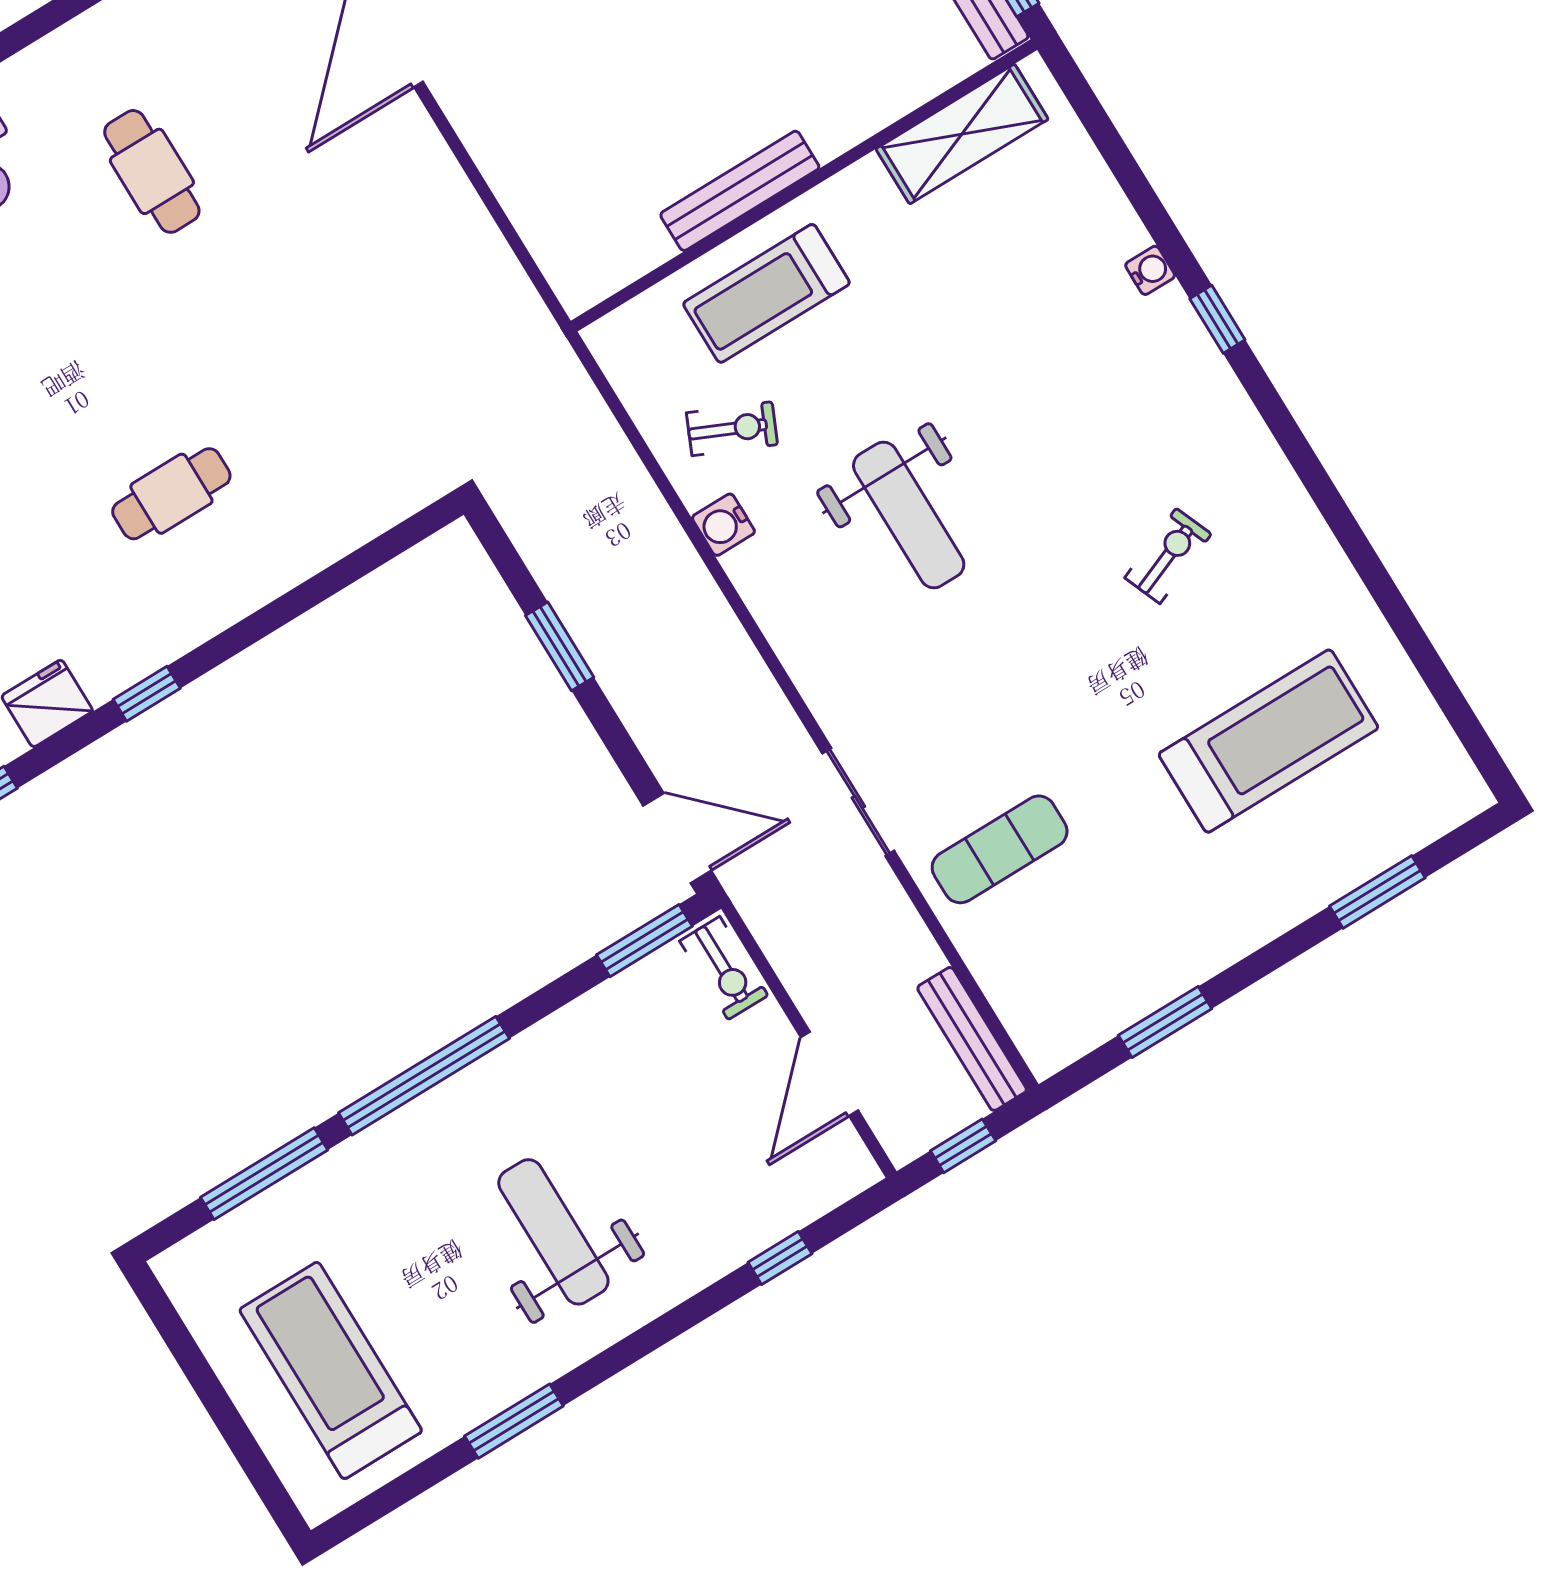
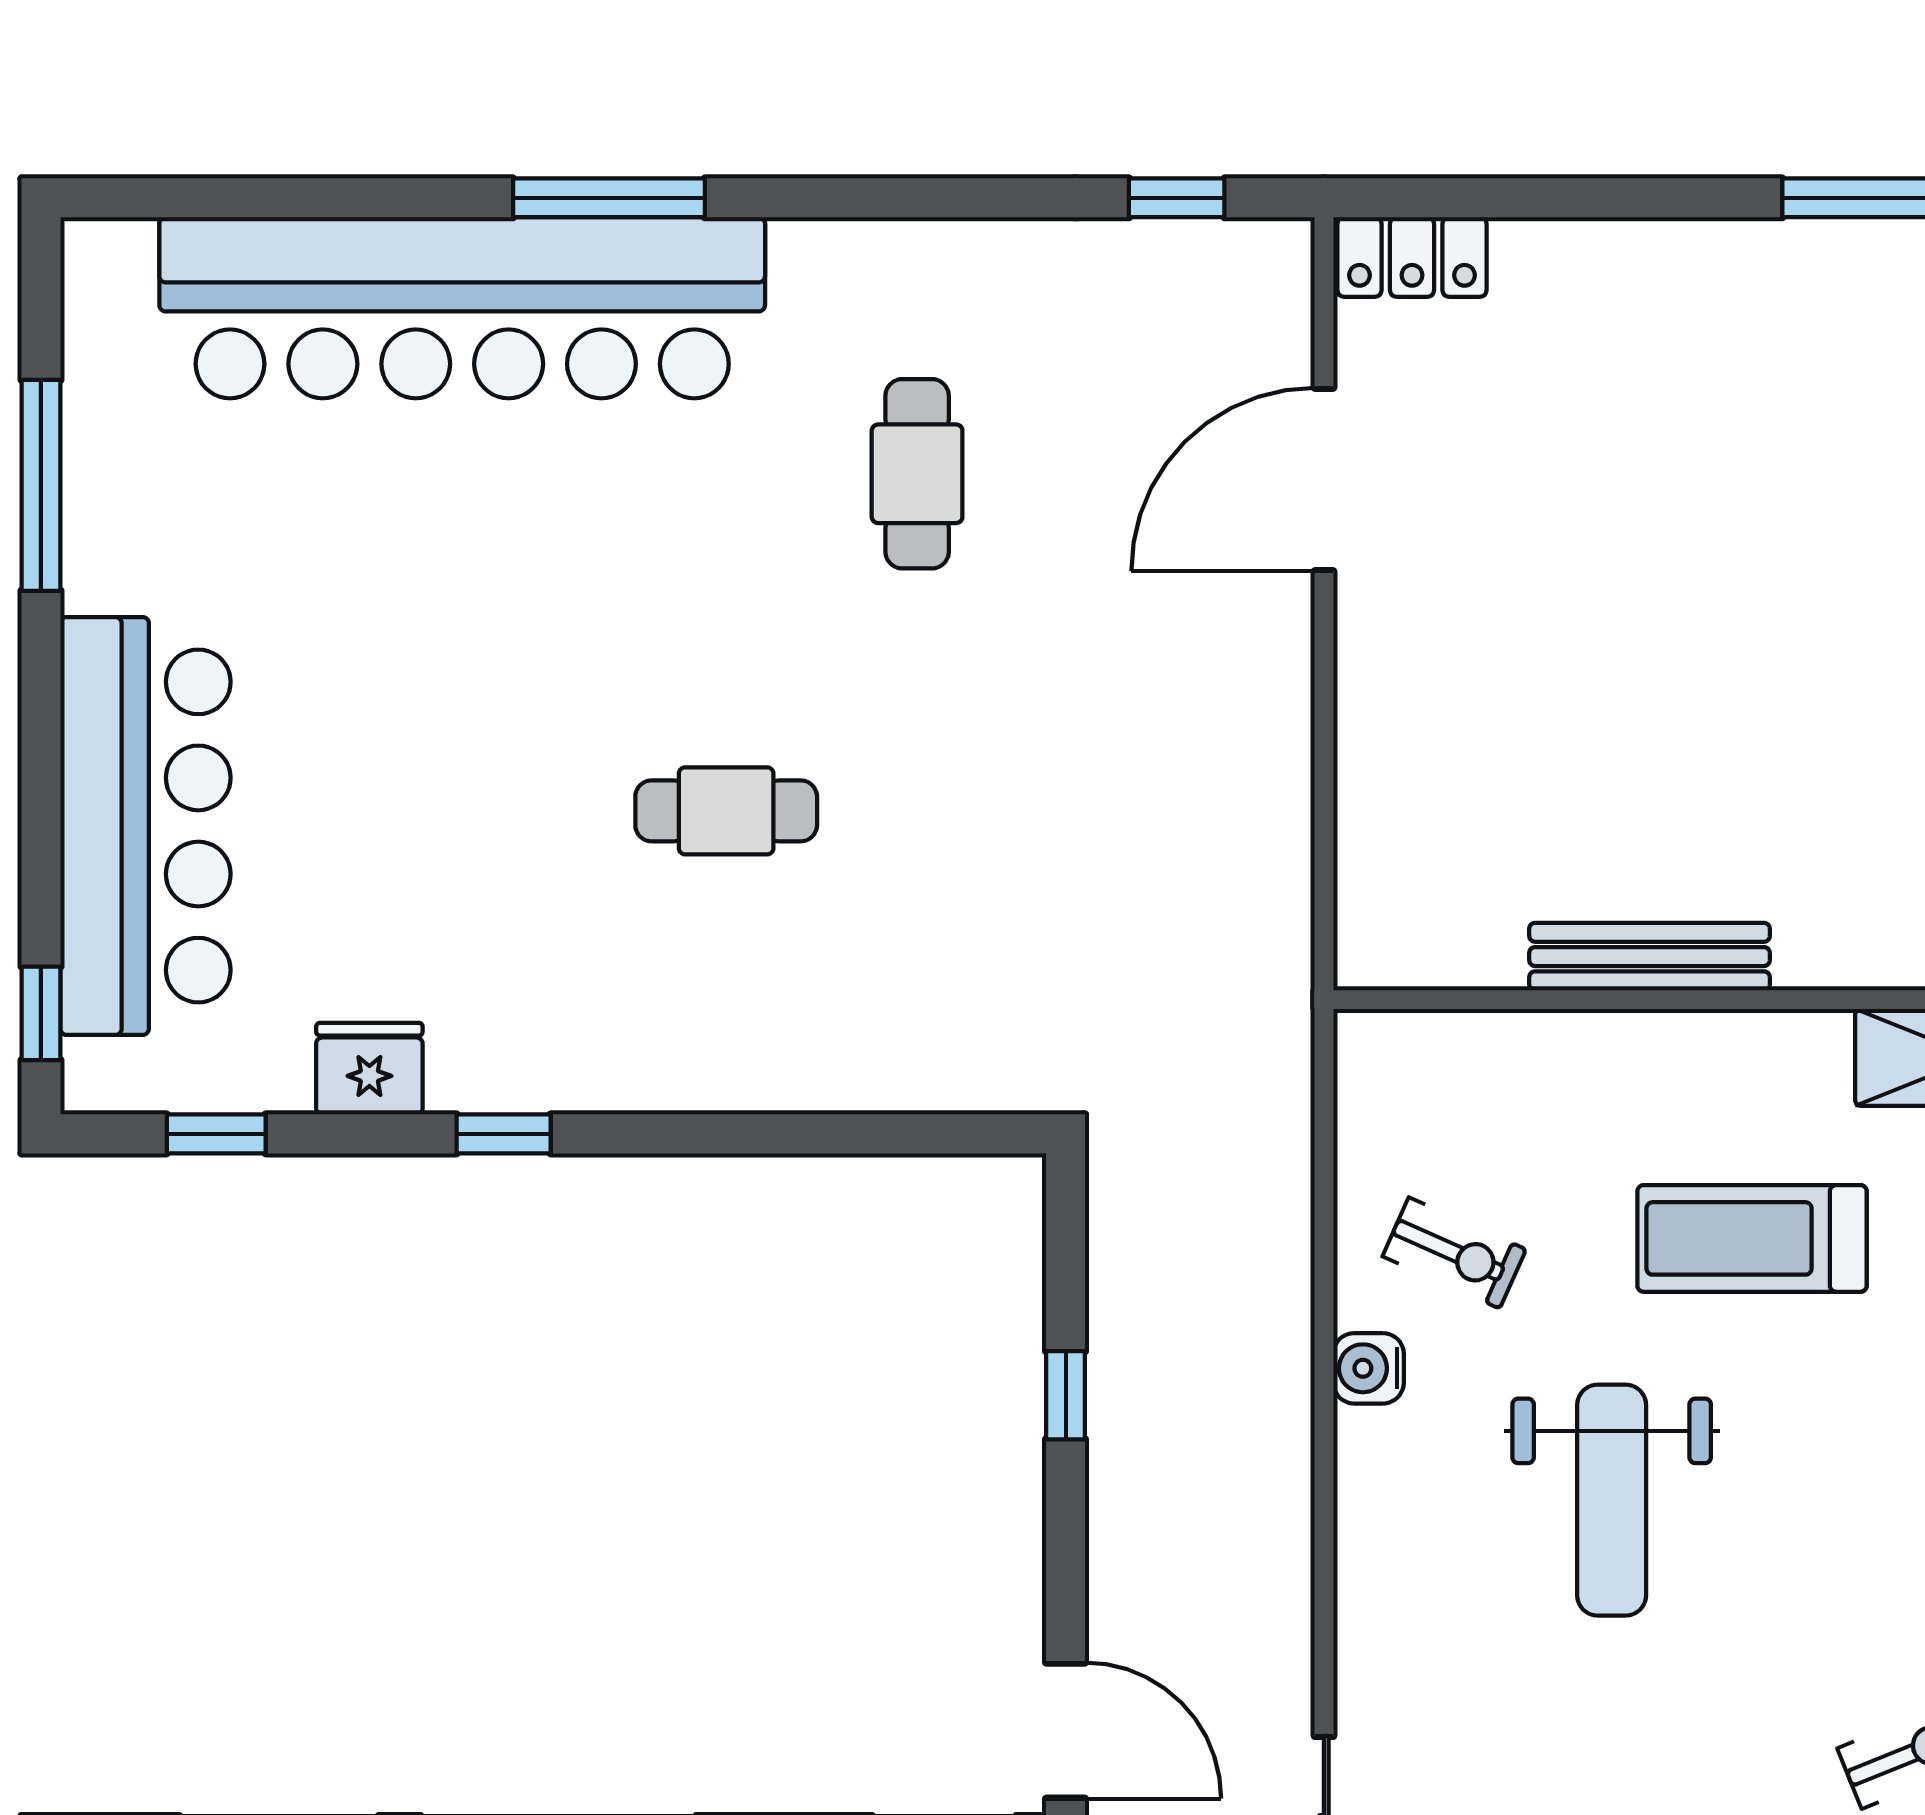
treadmill: (766, 293) -> (1752, 1238), moved
cafe table: (171, 494) -> (726, 811), moved
window: (560, 646) -> (1066, 1395), width x0.67

